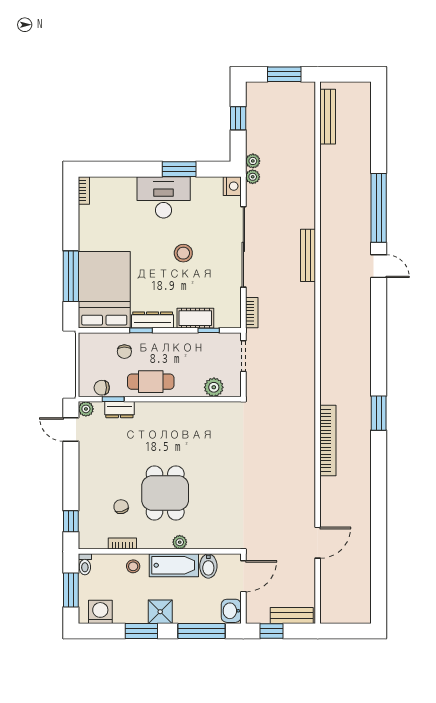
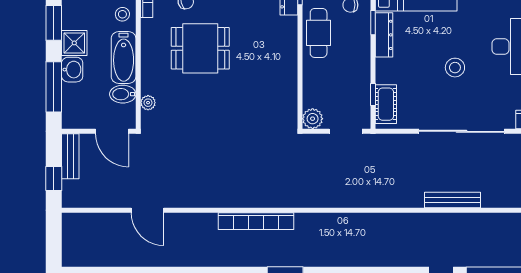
bookcase: (252, 313) -> (392, 140), removed
cot: (195, 318) -> (386, 104), moved
plant: (214, 387) -> (313, 119), moved
plant: (180, 542) -> (148, 103), moved
washbasin: (231, 611) -> (72, 70), moved, turned 90
bench: (292, 615) -> (70, 156), moved
window: (271, 631) -> (54, 178), moved

